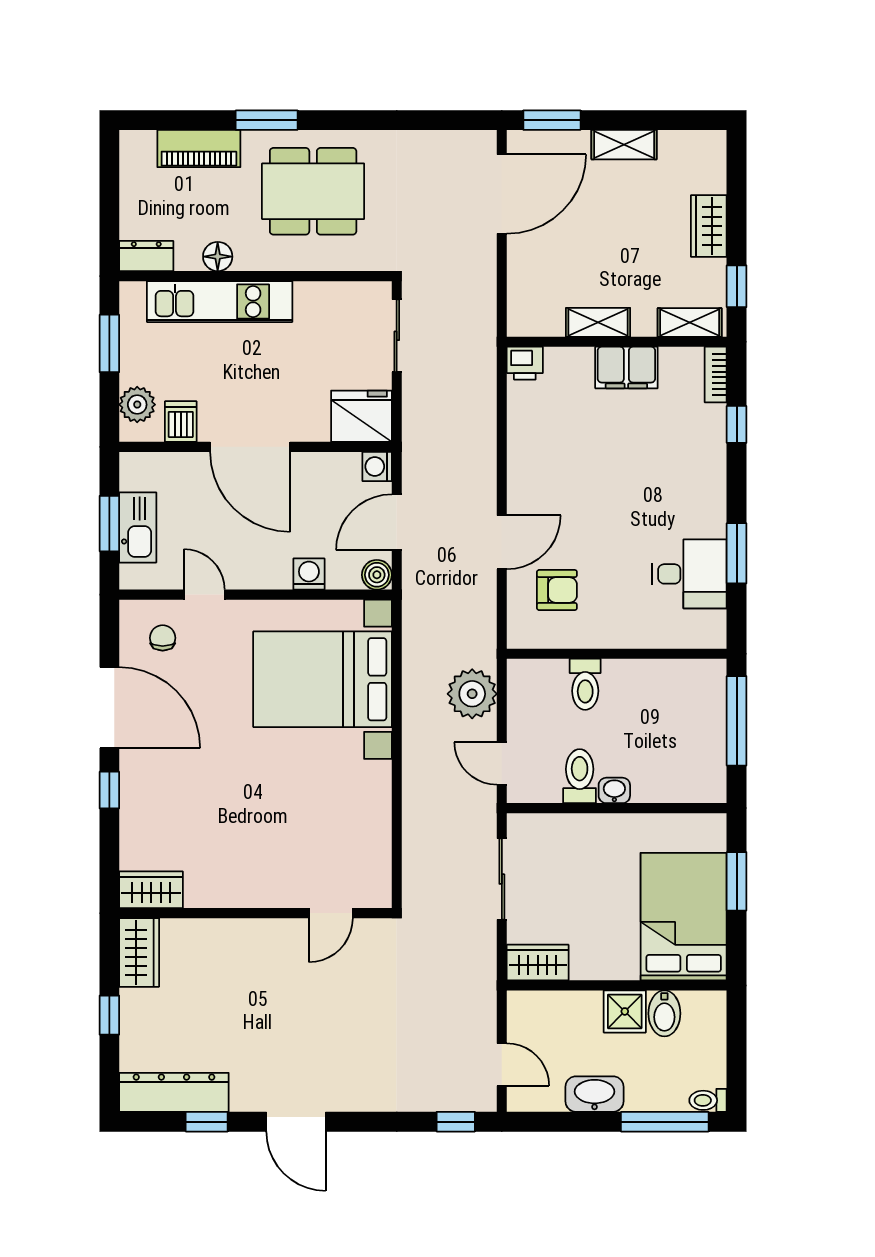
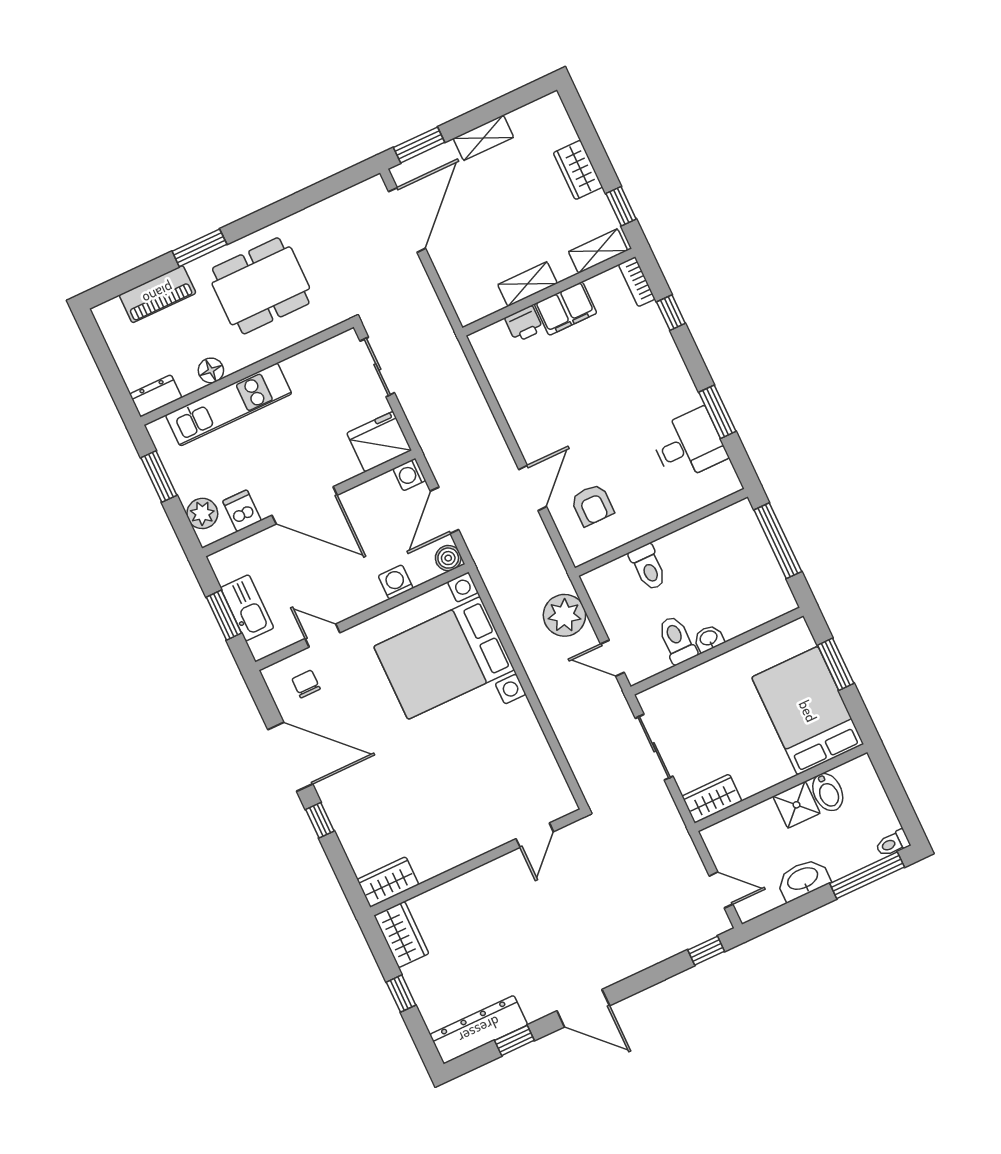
printer: (525, 363) -> (524, 324), moved
armchair: (557, 590) -> (592, 505), turned 90

